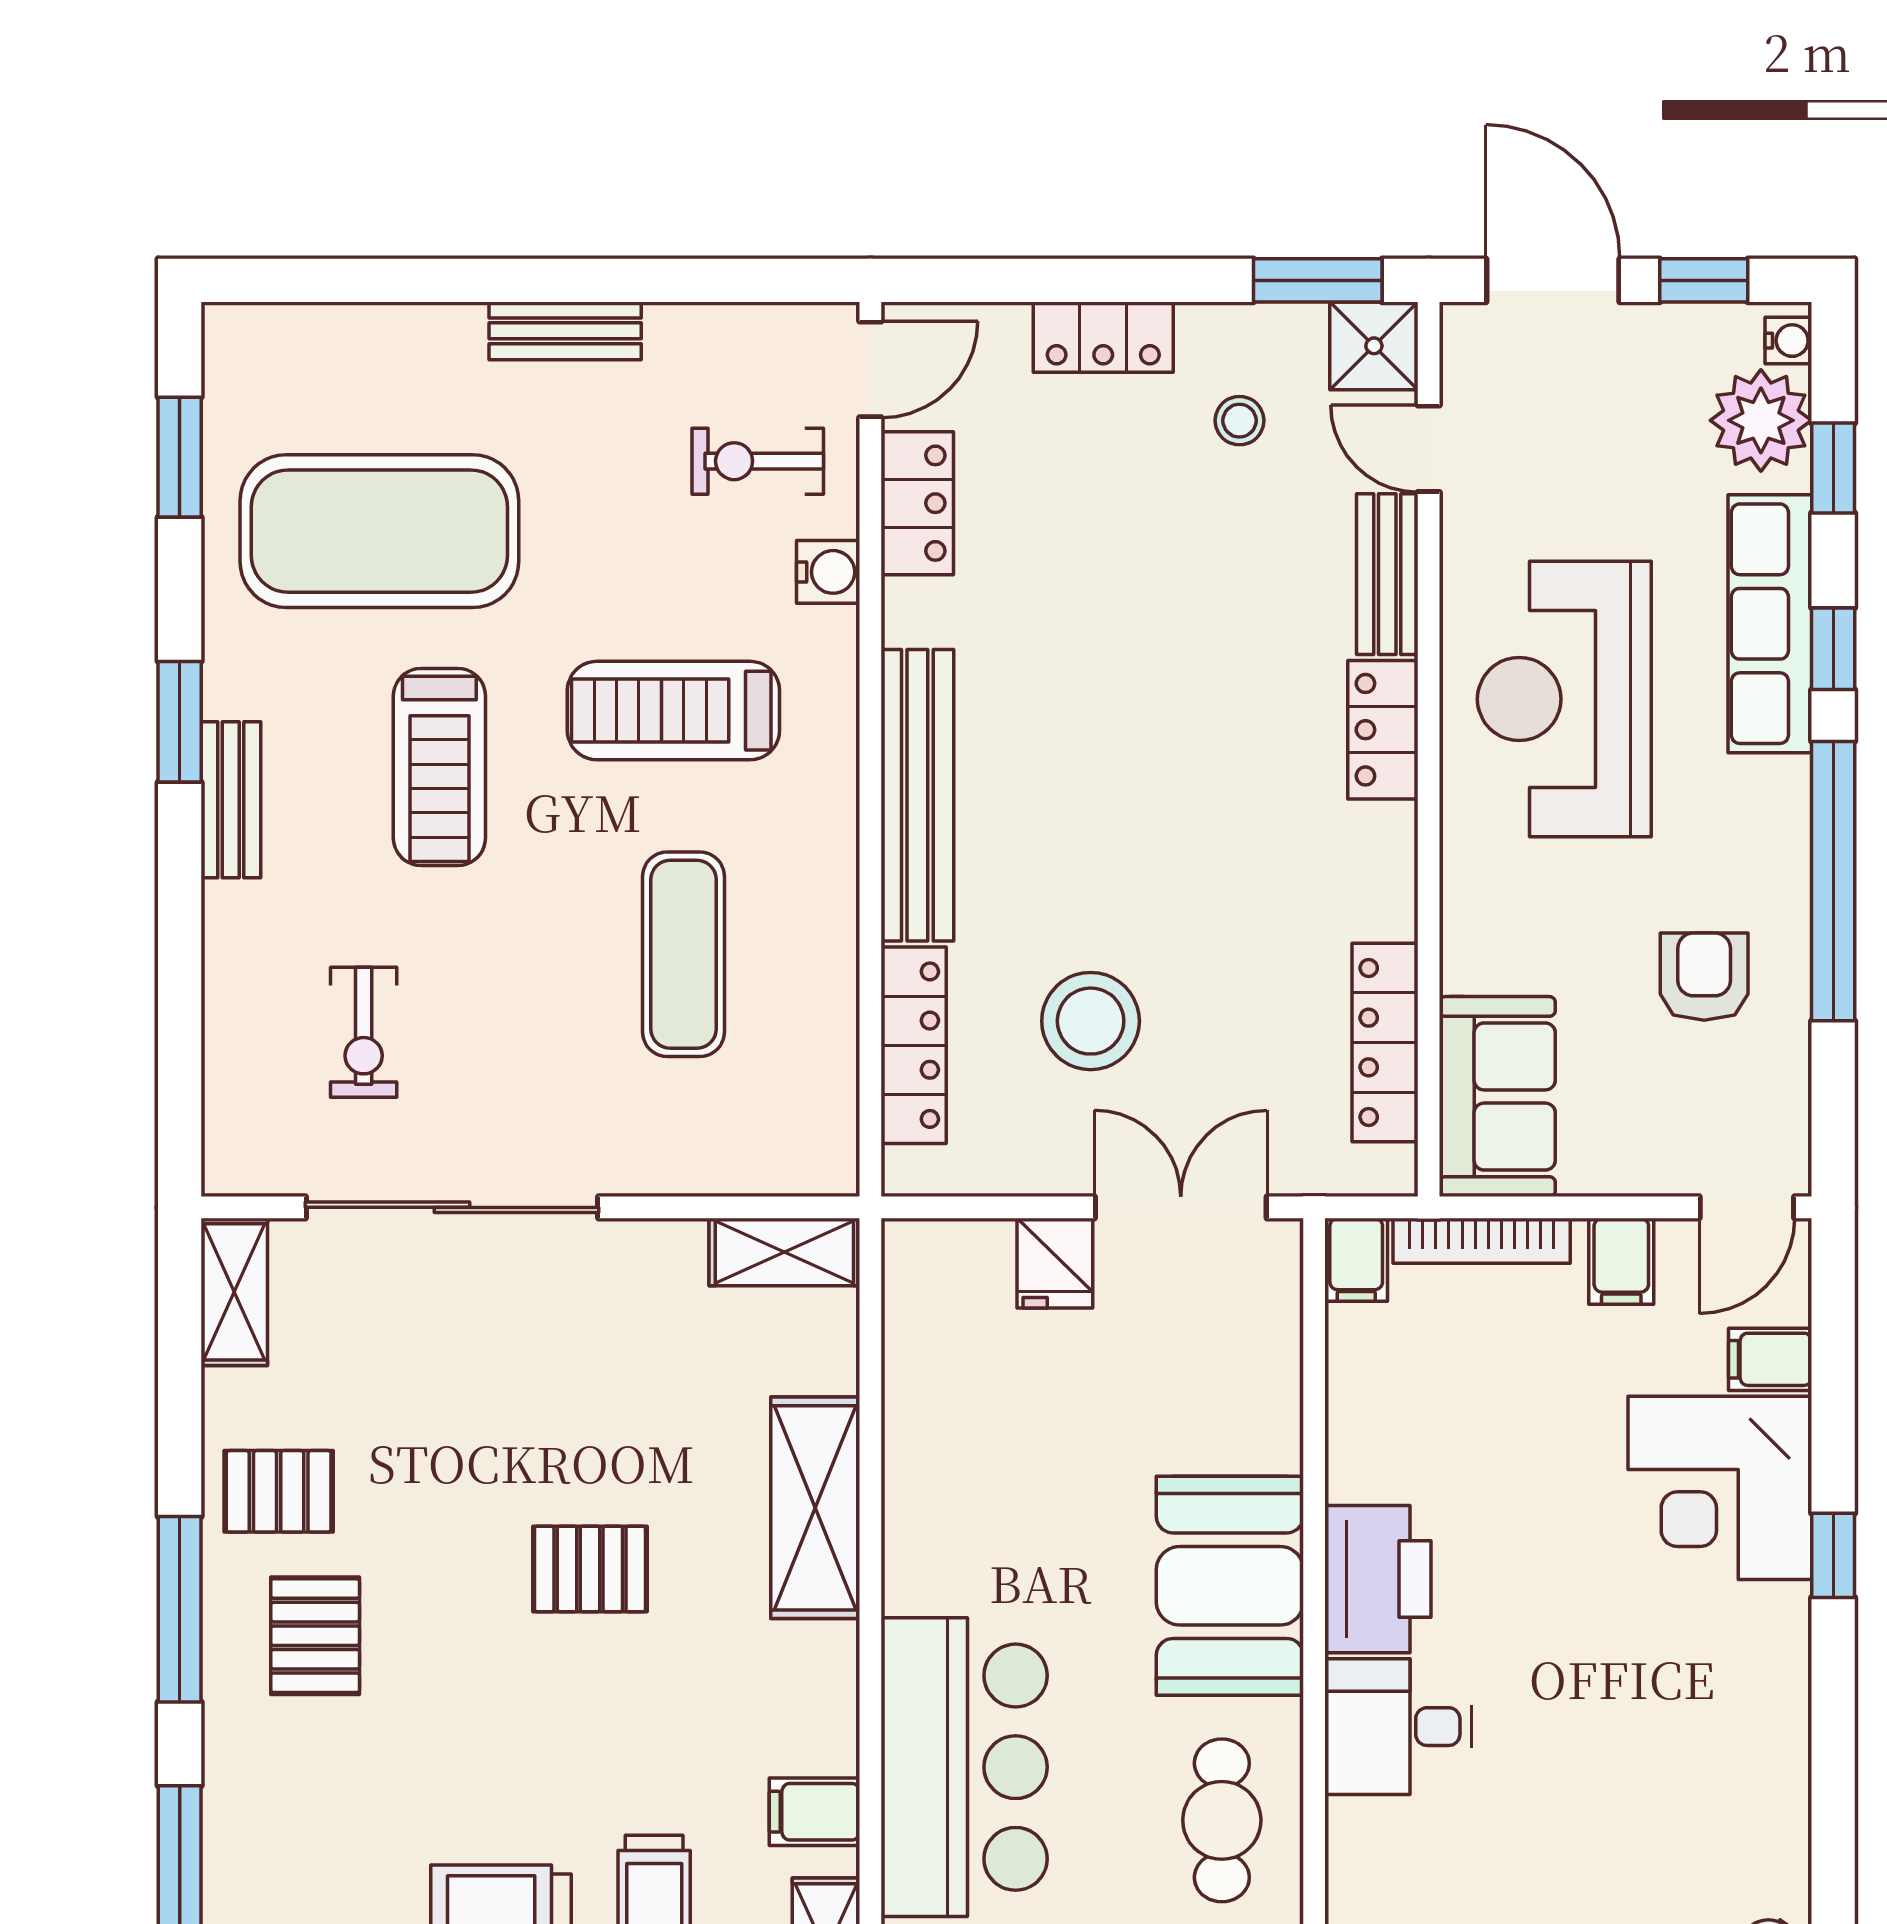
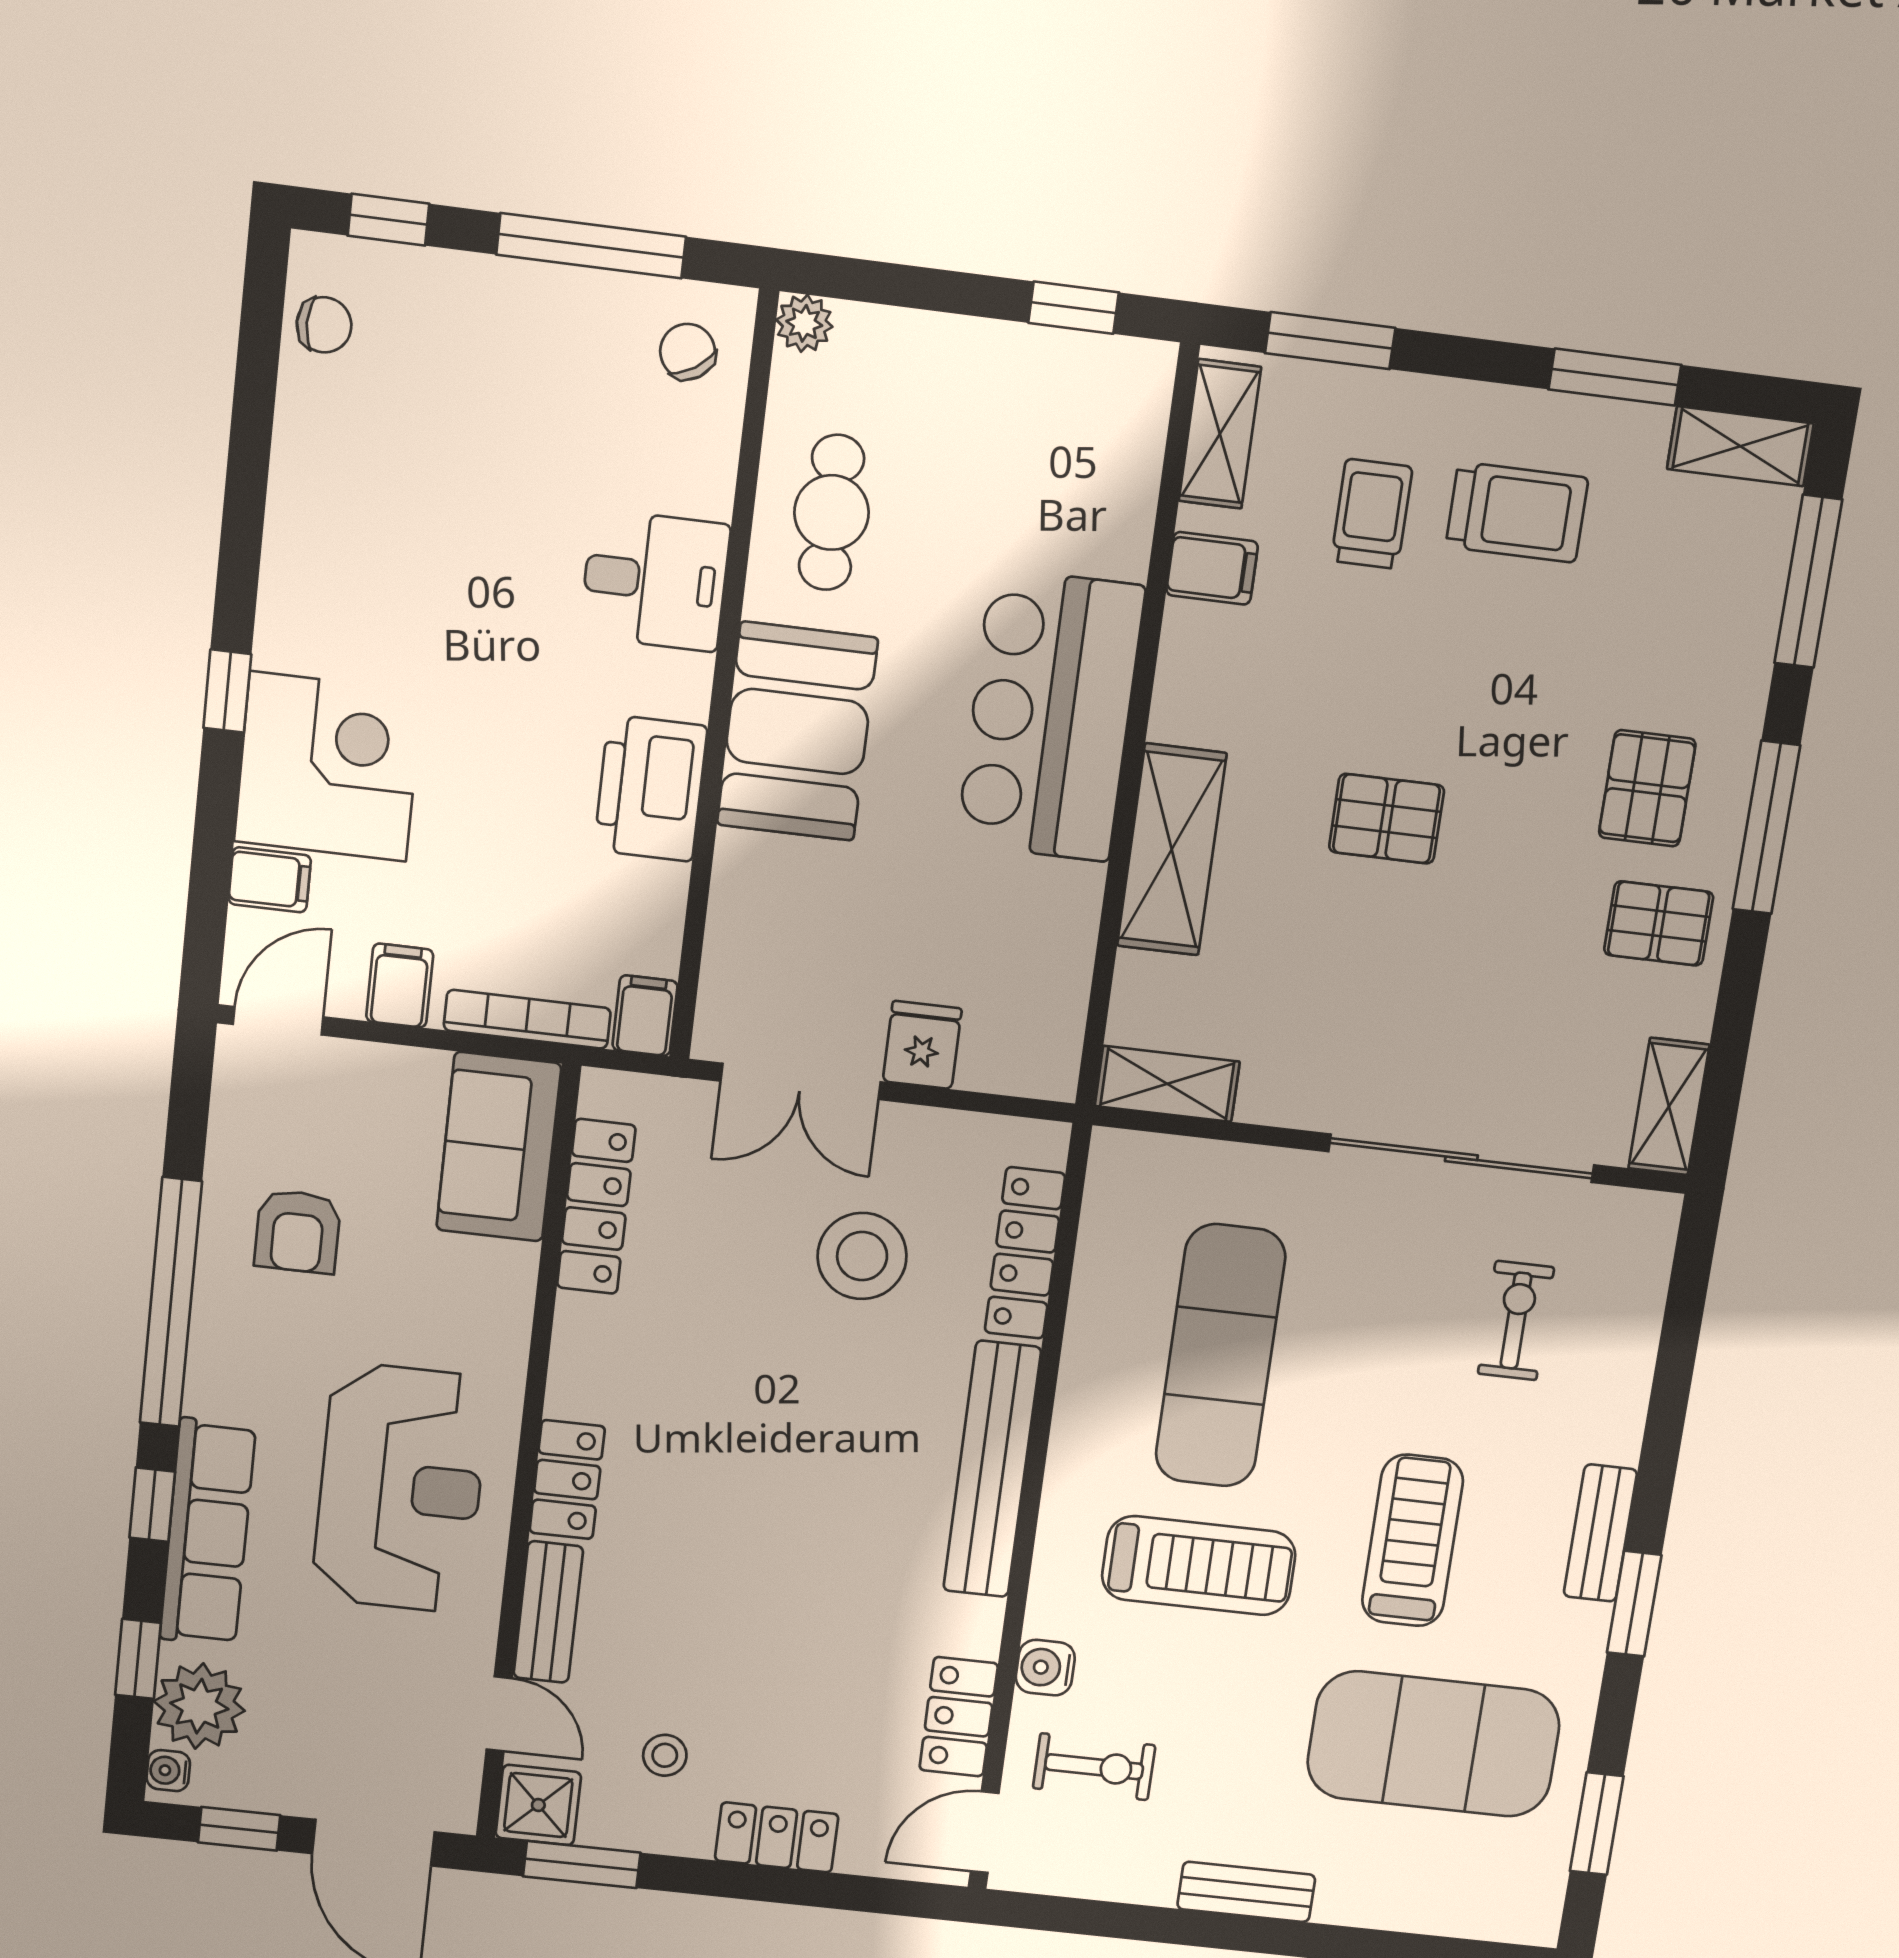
exercise mat: (684, 954) -> (1220, 1356), width x1.36, depth x1.45
printer: (1378, 1579) -> (651, 788), moved
bar counter: (964, 1767) -> (1050, 716), moved

